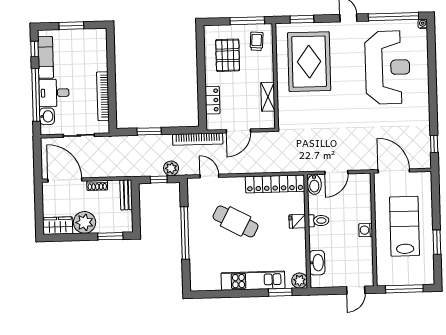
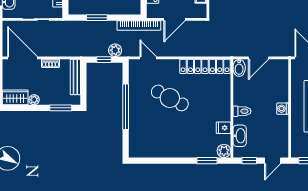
bench: (126, 195) -> (75, 77), width x1.36
fridge: (297, 221) -> (224, 128), moved
toilet: (319, 221) -> (242, 111), moved
plant: (85, 222) -> (34, 100), width x0.53, depth x0.53
kitchen unit: (253, 281) -> (184, 150), removed
window: (329, 291) -> (249, 161), added

